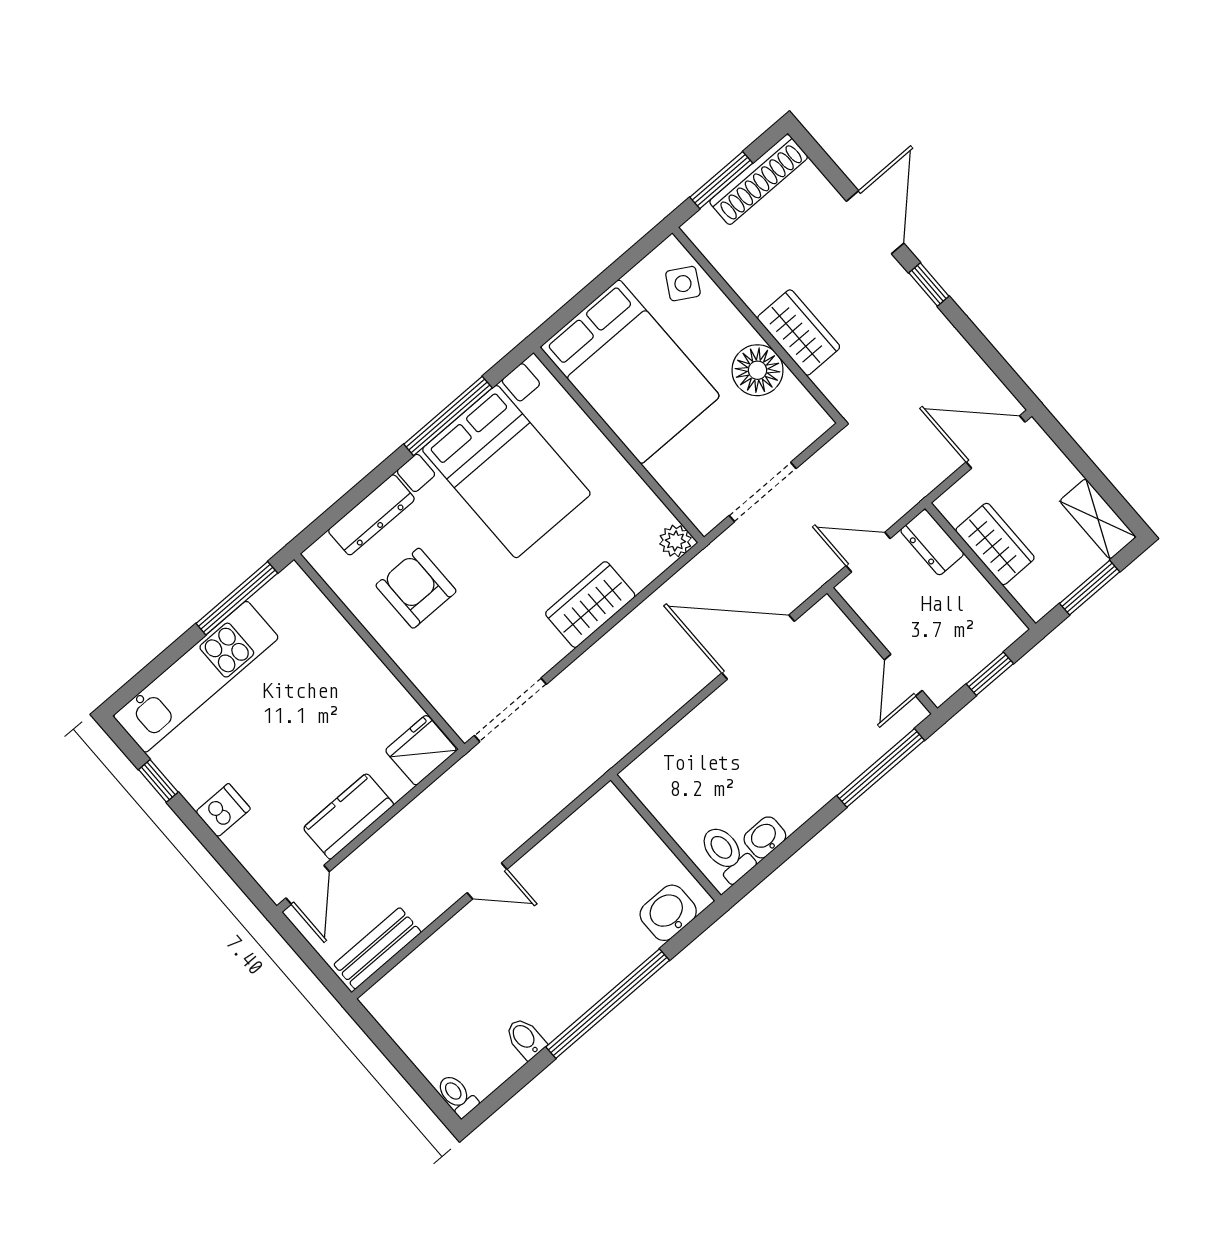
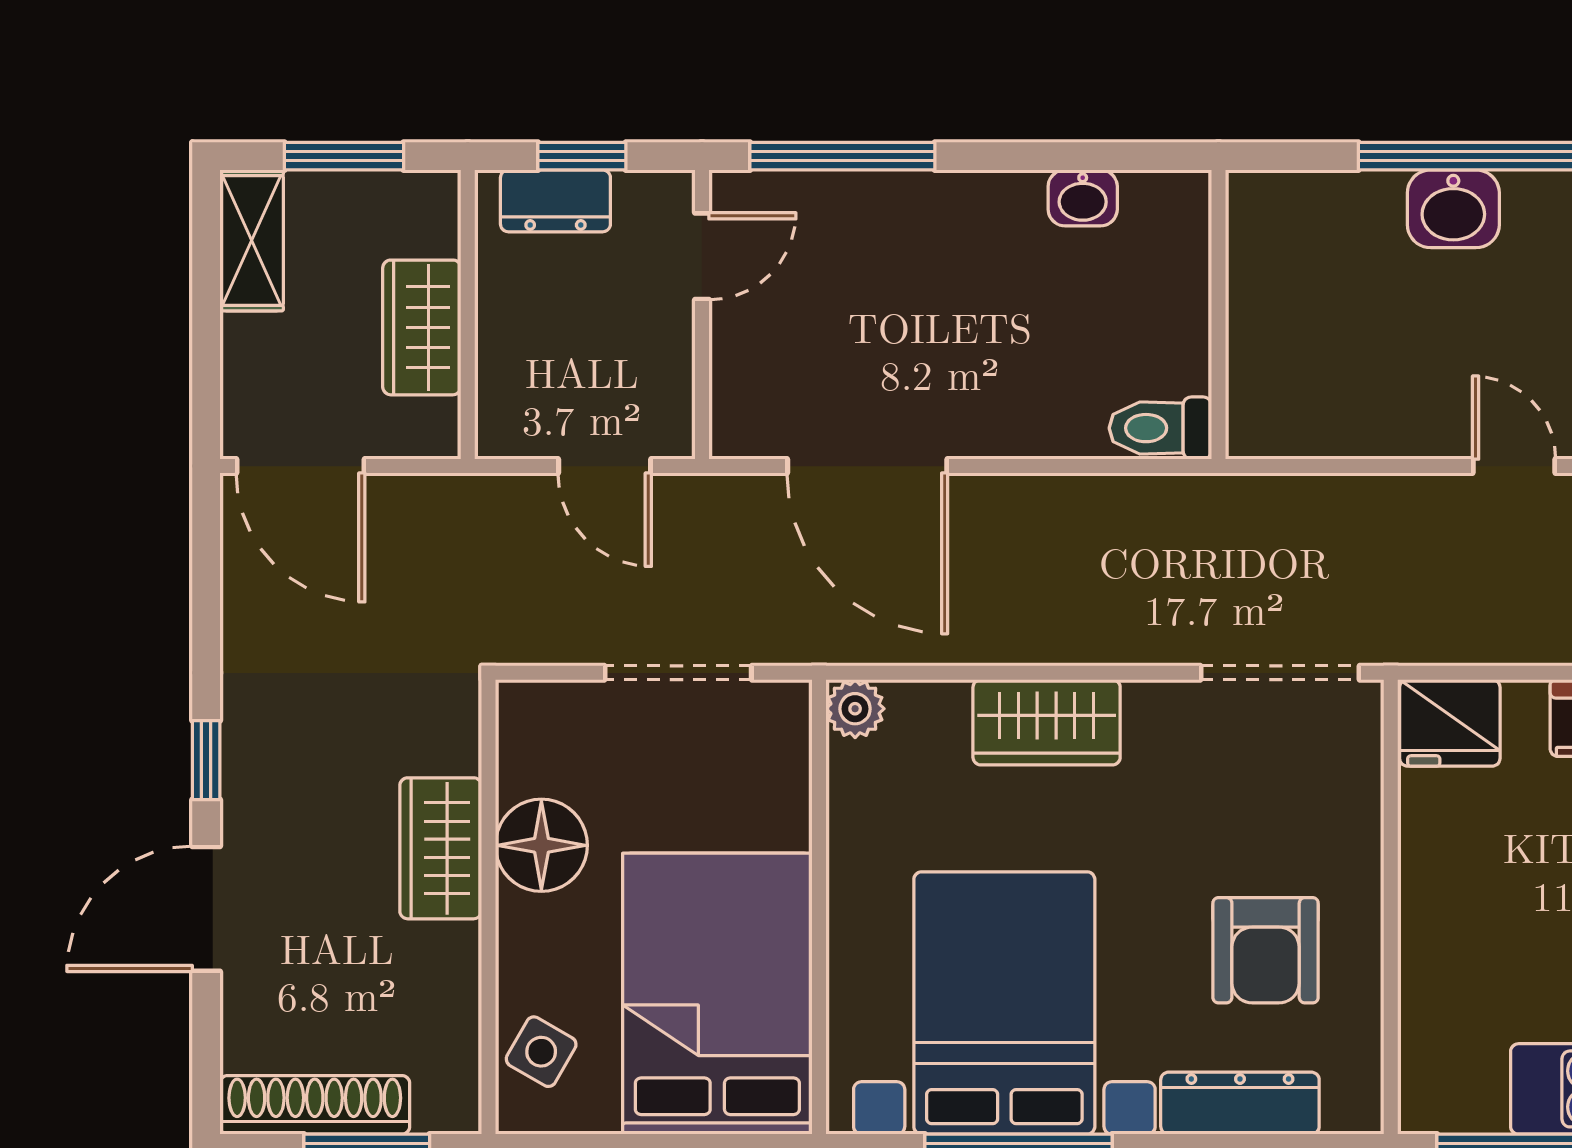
dresser: (932, 542) -> (555, 201), moved, turned 90
toilet: (727, 853) -> (1160, 428), moved, turned 90
washbasin: (668, 913) -> (1453, 209), moved

